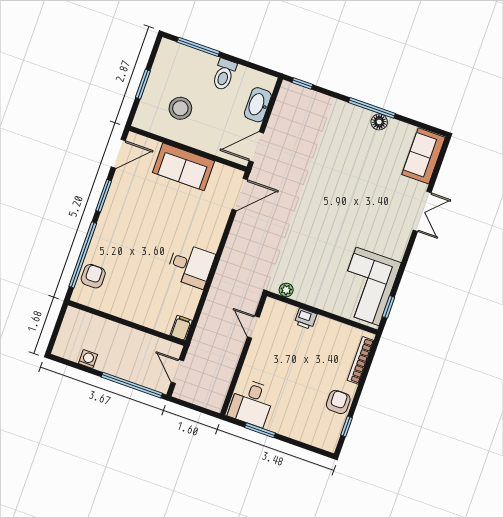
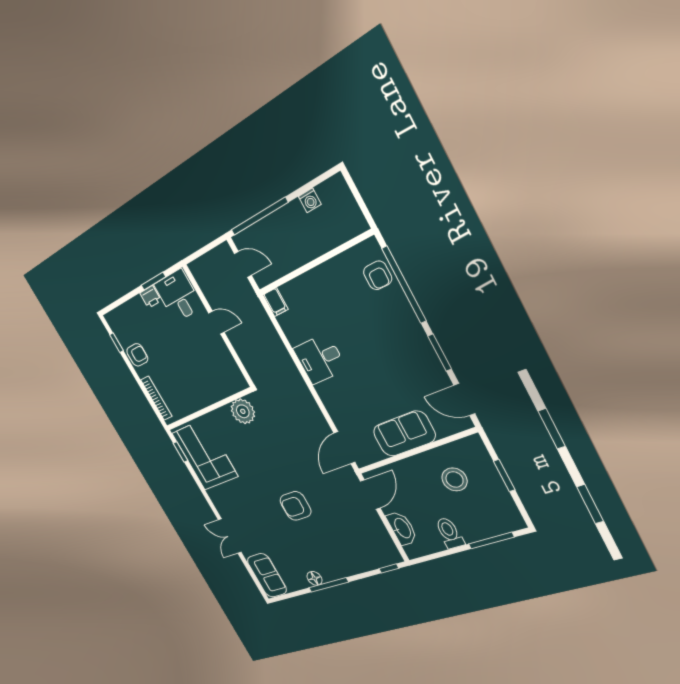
door: (118, 154) -> (464, 400), hinge flipped
armchair: (330, 187) -> (295, 506), added
plant: (286, 290) -> (243, 411), width x1.88, depth x1.88
printer: (306, 319) -> (150, 297), moved, turned 180
door: (253, 327) -> (216, 323), moved
armchair: (338, 402) -> (137, 355), turned -90

